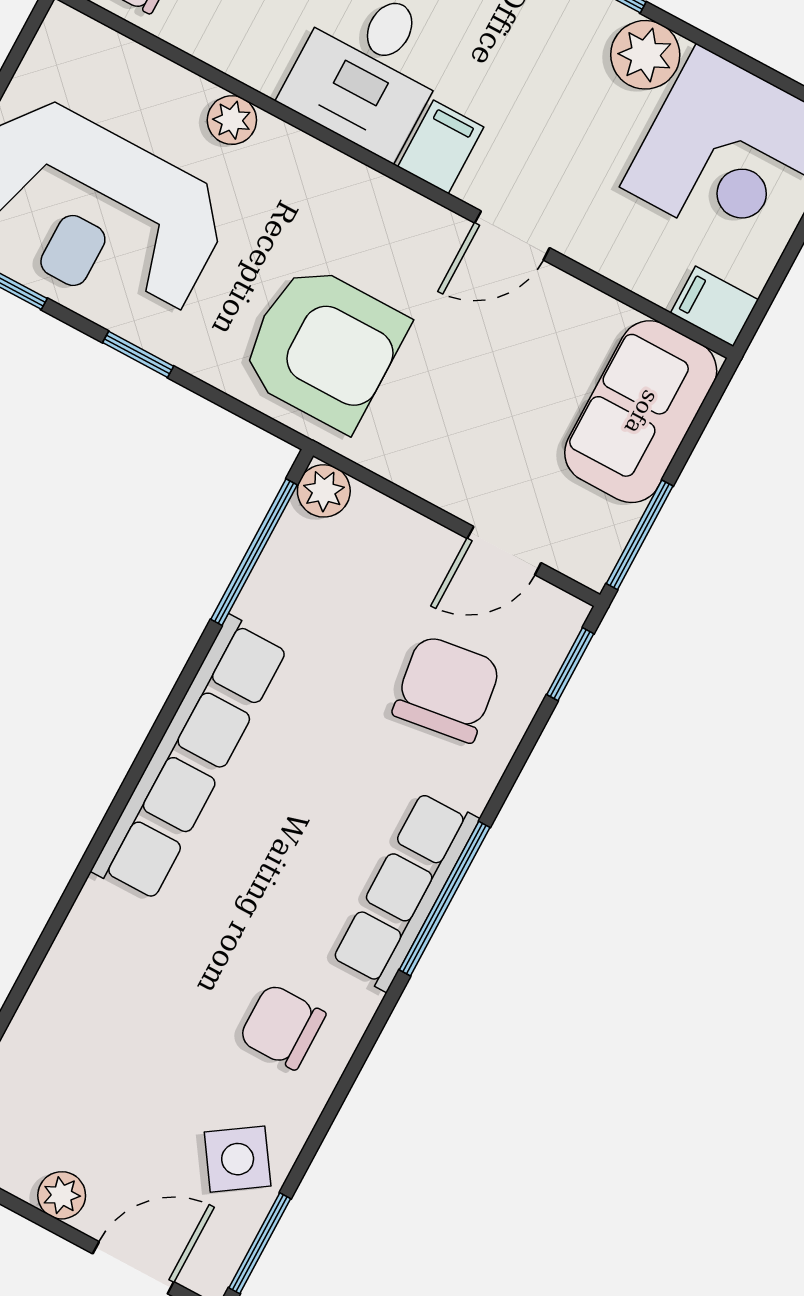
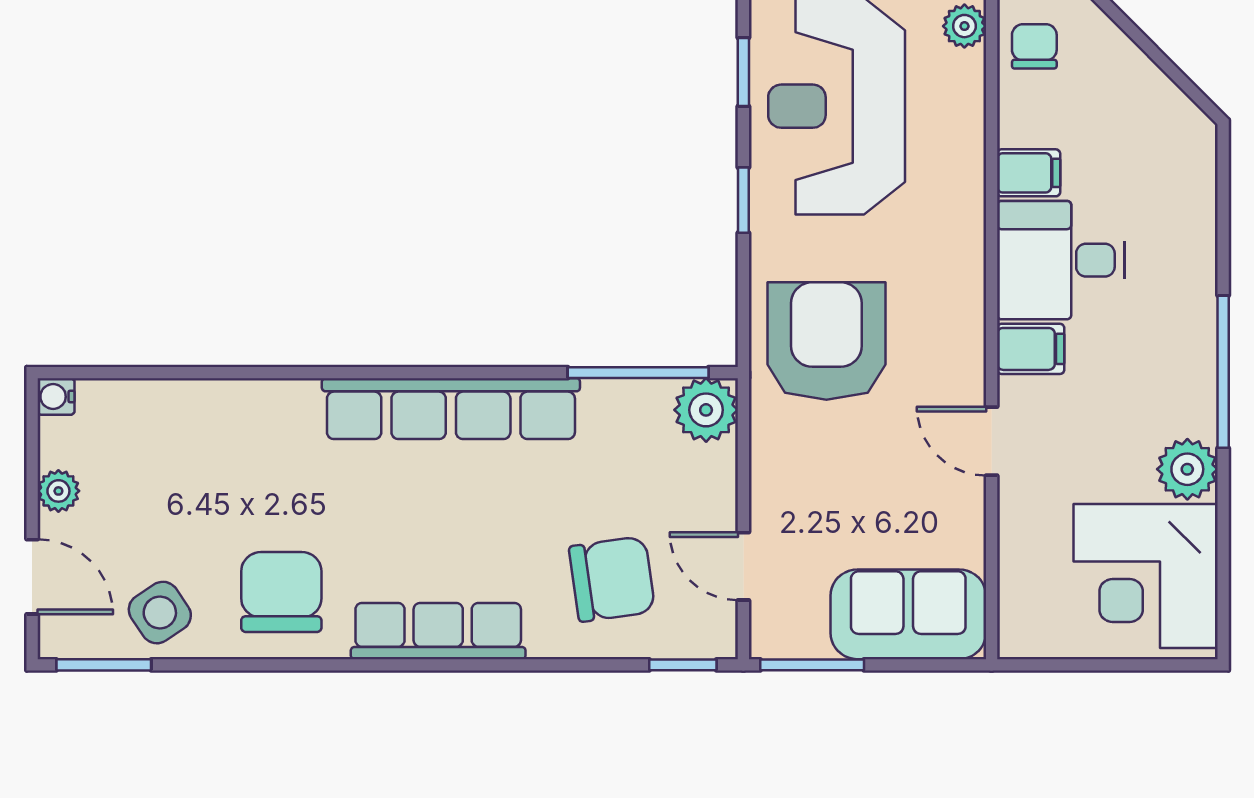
plant: (232, 120) -> (964, 26), moved
filing cabinet: (714, 306) -> (1029, 173), moved, turned 90
armchair: (323, 347) -> (826, 341), turned 180
plant: (324, 491) -> (706, 410), width x1.38, depth x1.38
window: (445, 899) -> (448, 665), removed
chair: (282, 1027) -> (281, 592), width x1.37, depth x1.37

